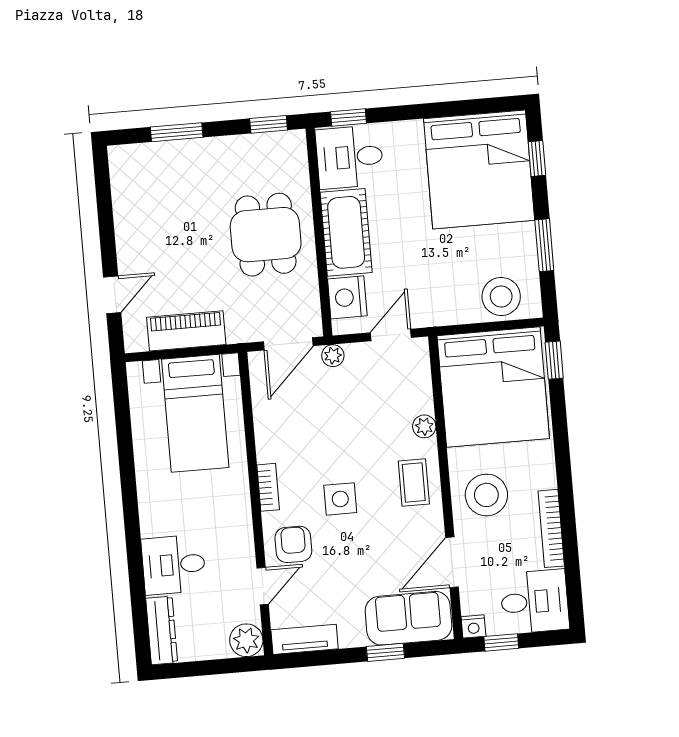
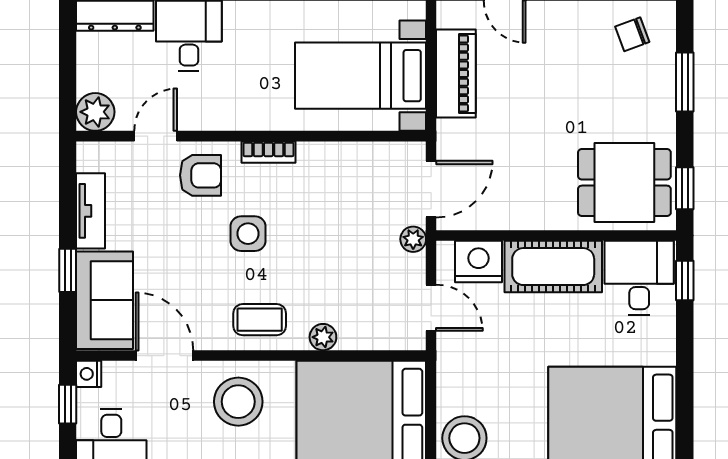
chair: (139, 181) -> (632, 34), added
dining table: (266, 235) -> (624, 183), moved
door: (288, 344) -> (431, 189), swing flipped
door: (263, 586) -> (156, 136), swing flipped
tv unit: (305, 639) -> (91, 211), moved

